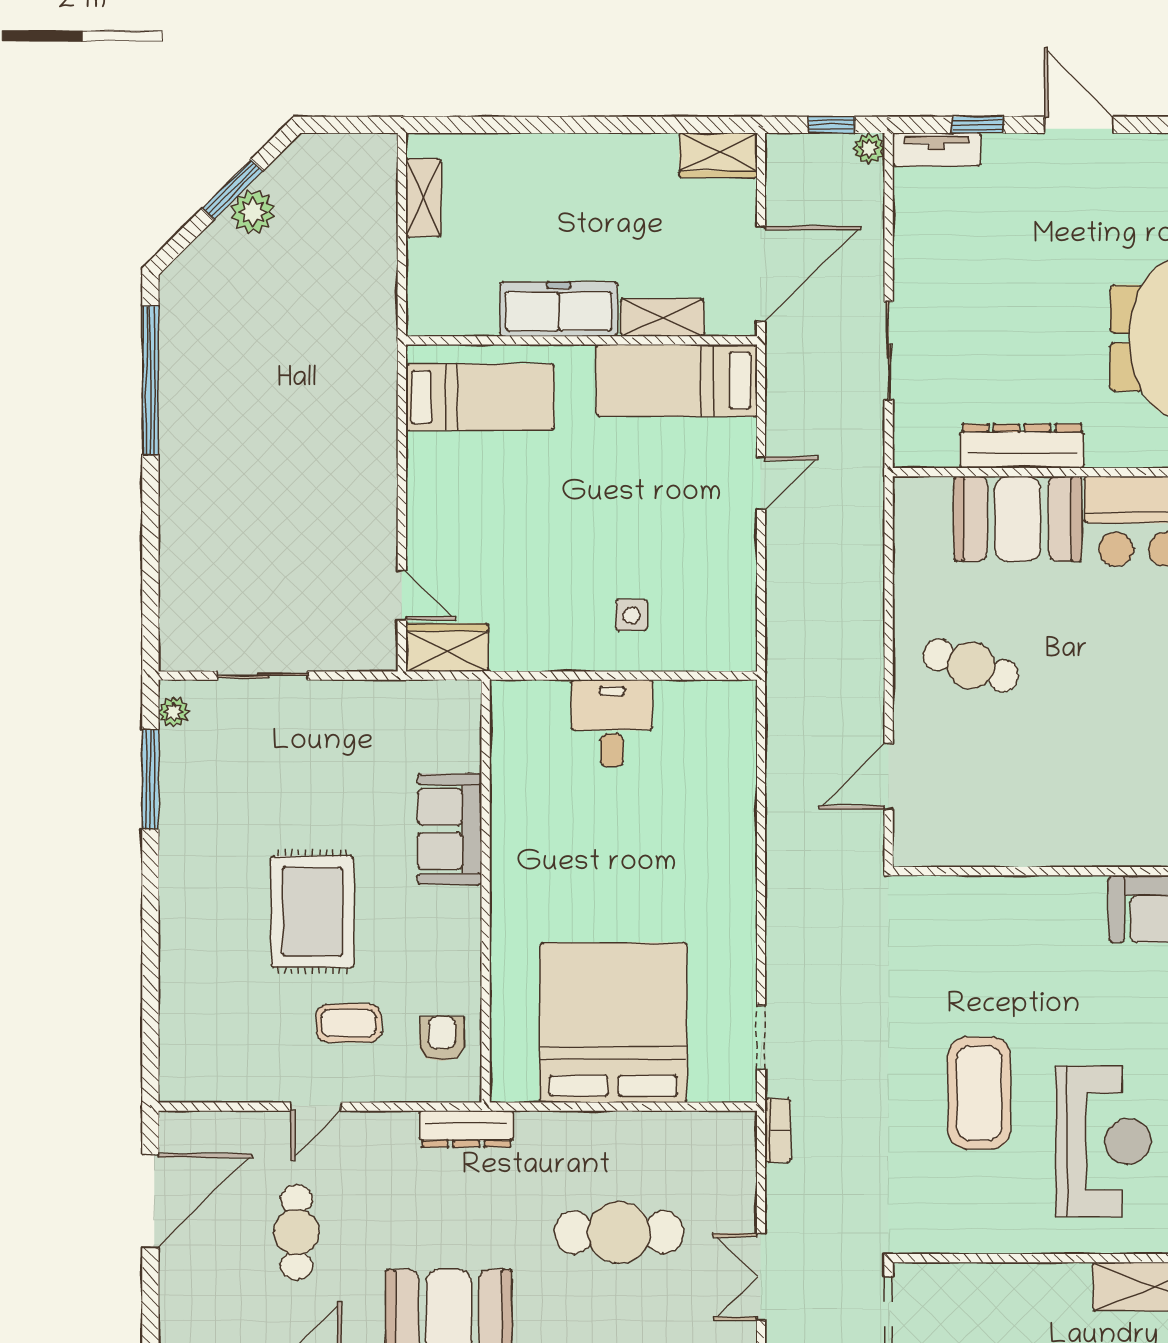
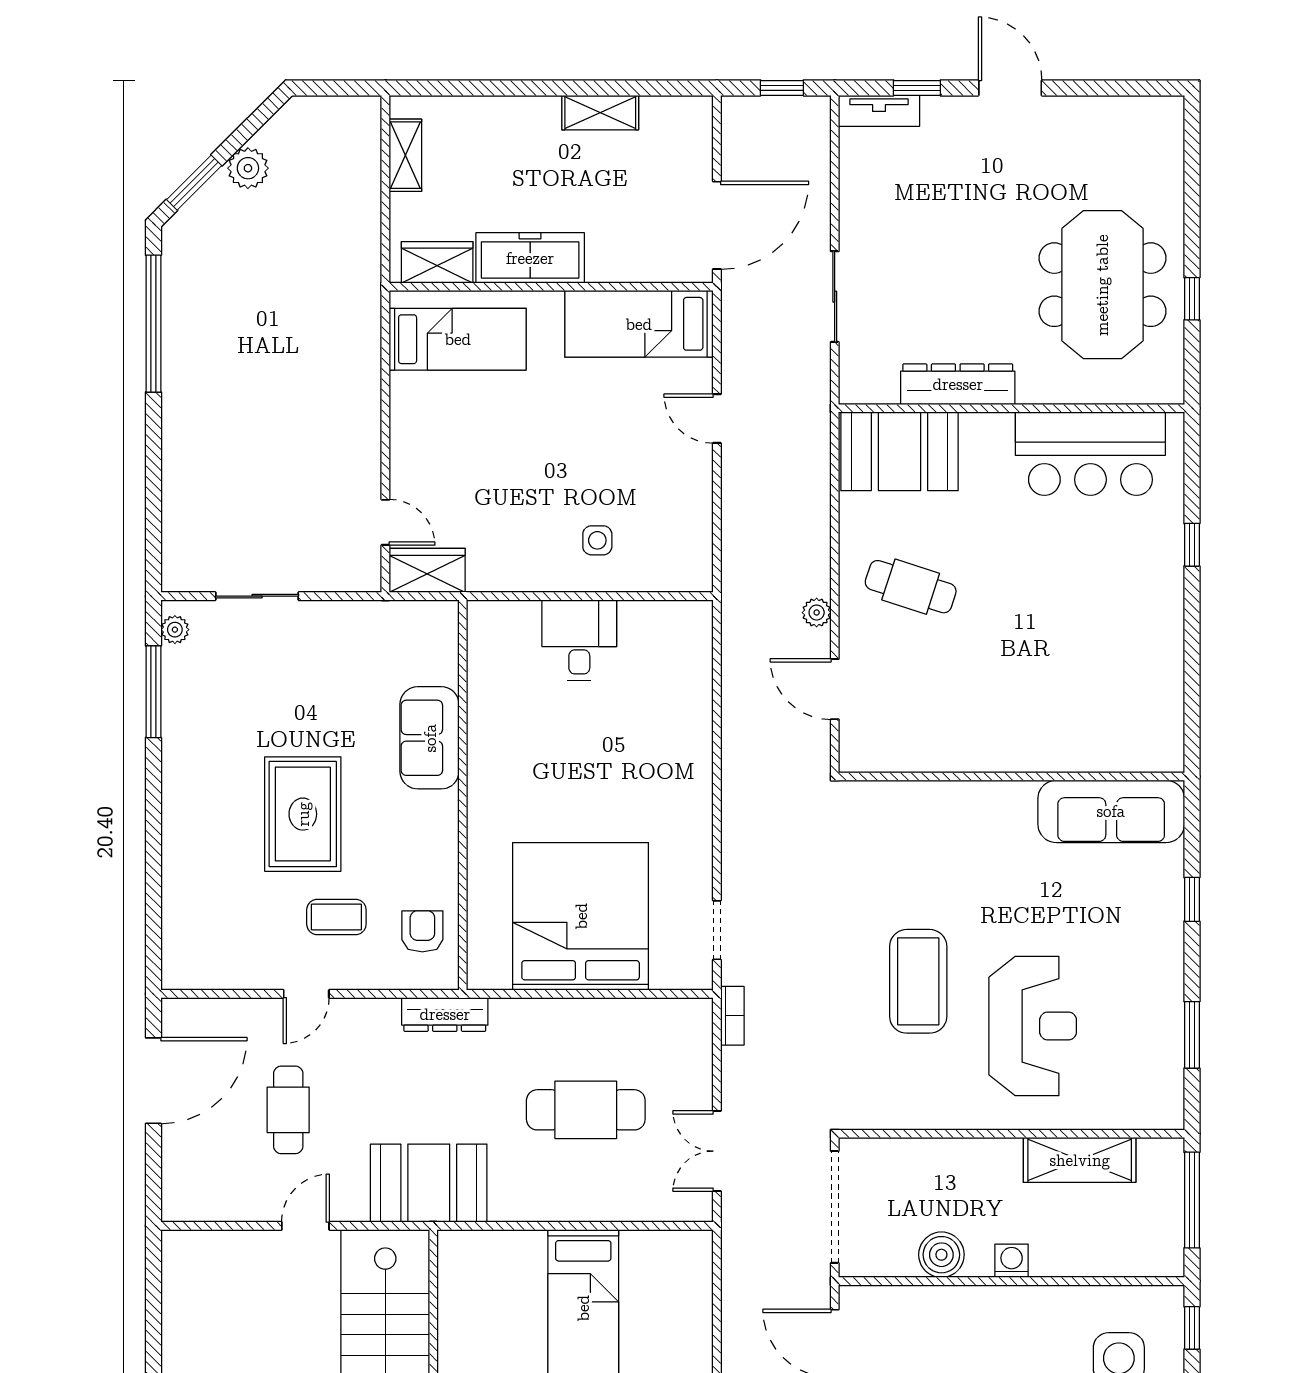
plant: (869, 148) -> (817, 613), moved
wardrobe: (718, 155) -> (437, 262), moved, turned 180
window: (233, 189) -> (194, 183), moved
shelving: (662, 318) -> (600, 113), moved
door: (761, 483) -> (717, 419), swing flipped
booth: (1018, 519) -> (900, 451), moved
door: (889, 776) -> (835, 689), hinge flipped

